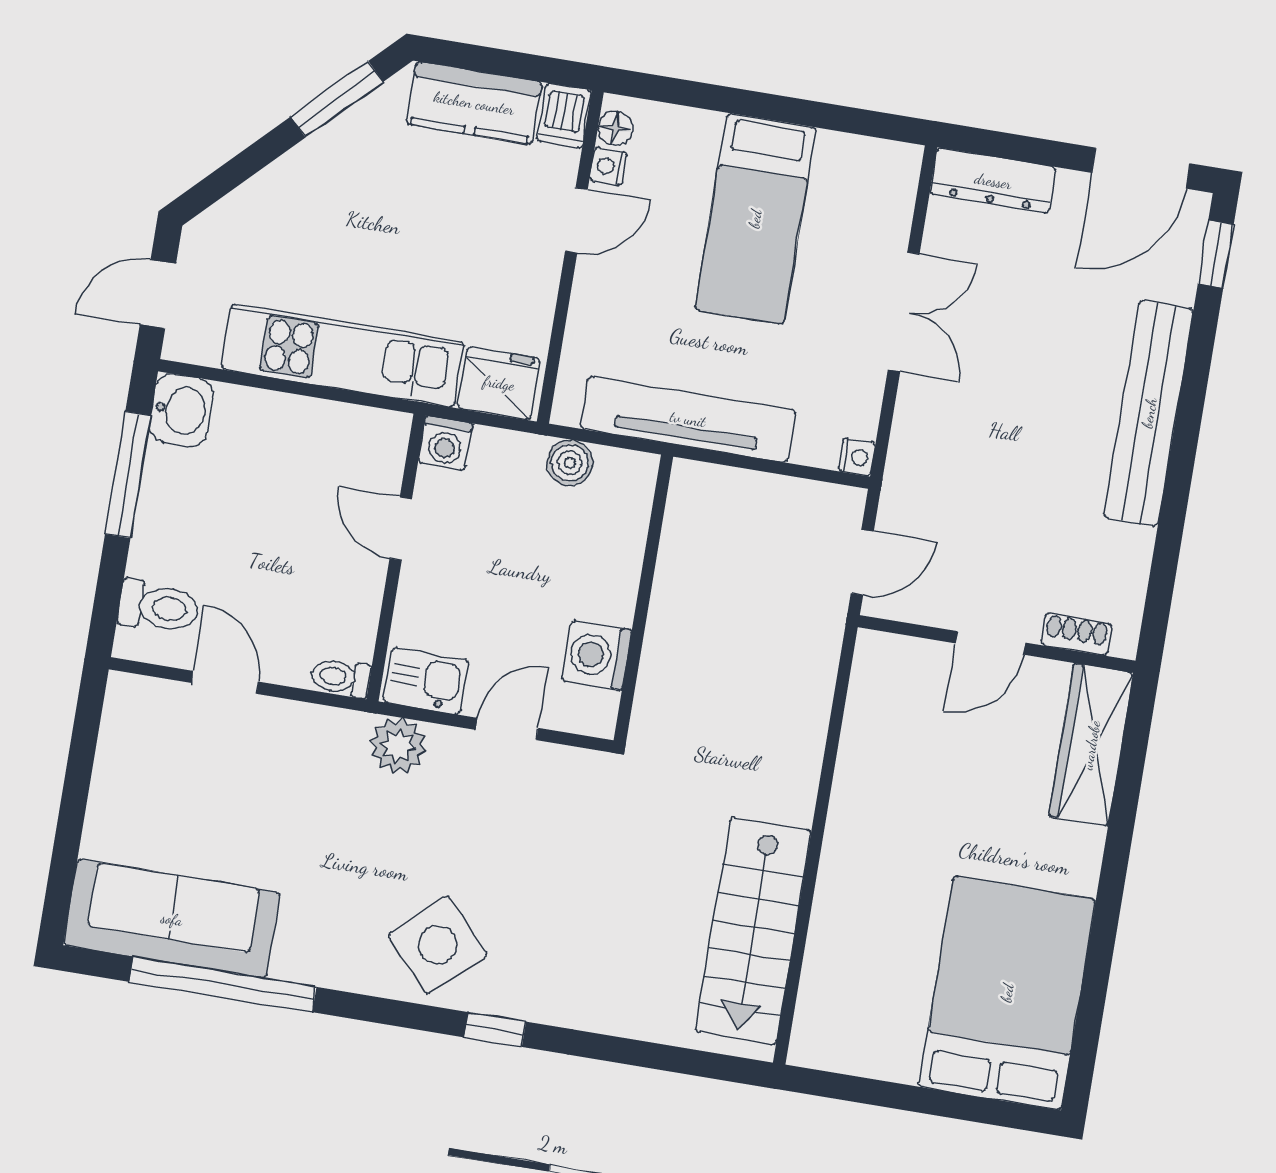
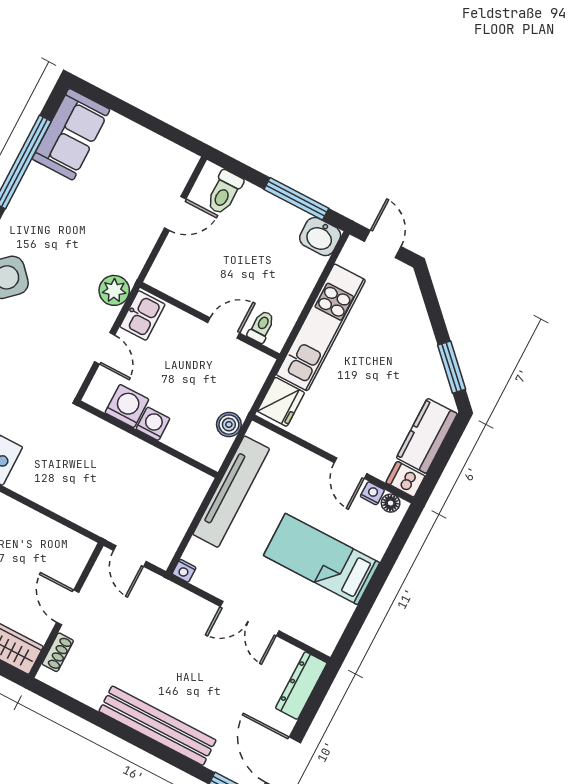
washing machine: (445, 443) -> (153, 424), moved, turned 90
toilet: (341, 677) -> (261, 327), moved
sofa: (172, 919) -> (71, 134), width x0.73

